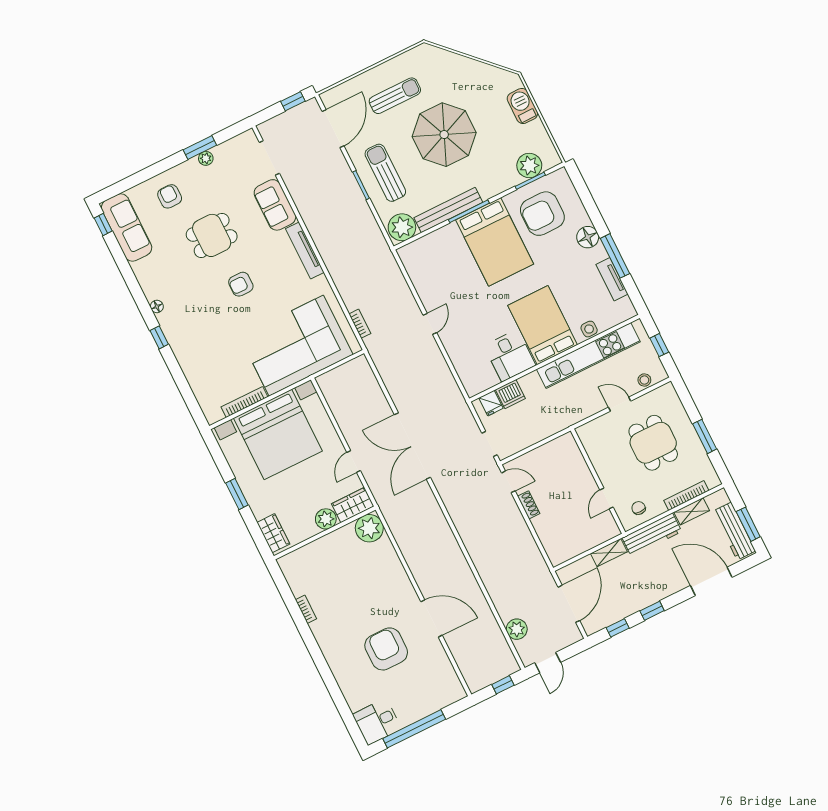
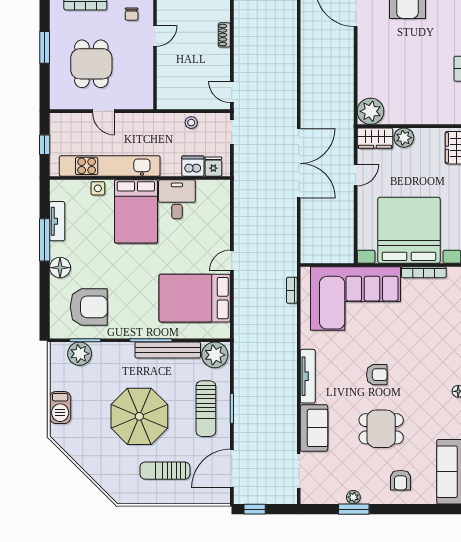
bed: (495, 242) -> (195, 298), moved, turned -90
stool: (644, 380) -> (191, 123), moved
shoe rack: (529, 505) -> (224, 35), moved

